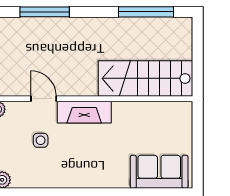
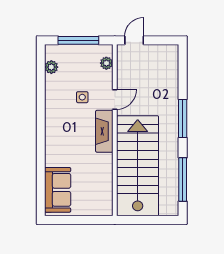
window: (45, 12) -> (183, 118), moved
stairs: (145, 78) -> (138, 166), width x1.36, depth x1.51

